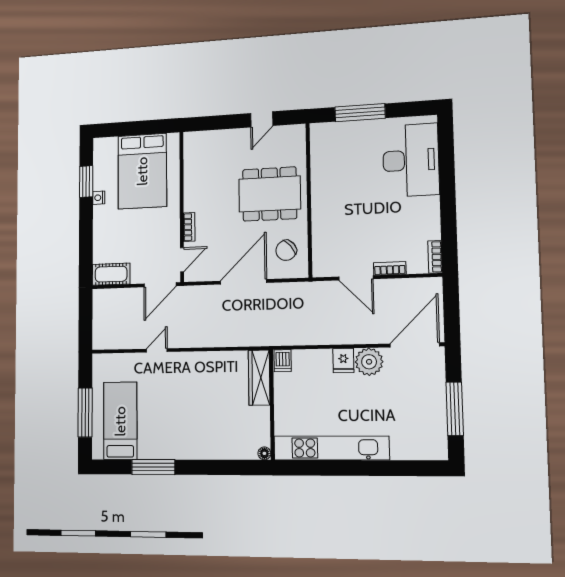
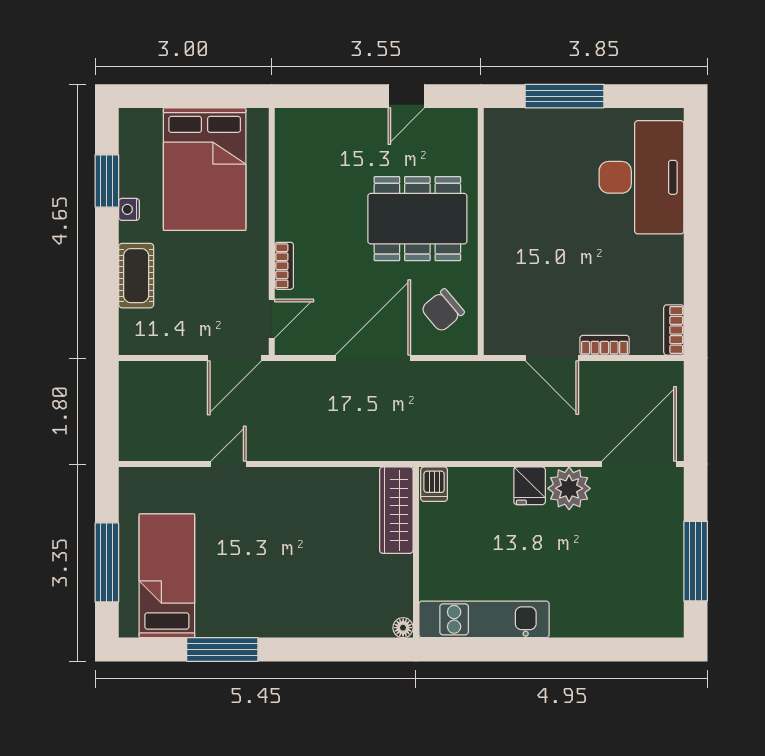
cot: (111, 274) -> (136, 276), moved, turned 90
kitchen unit: (331, 448) -> (484, 619), width x0.73

